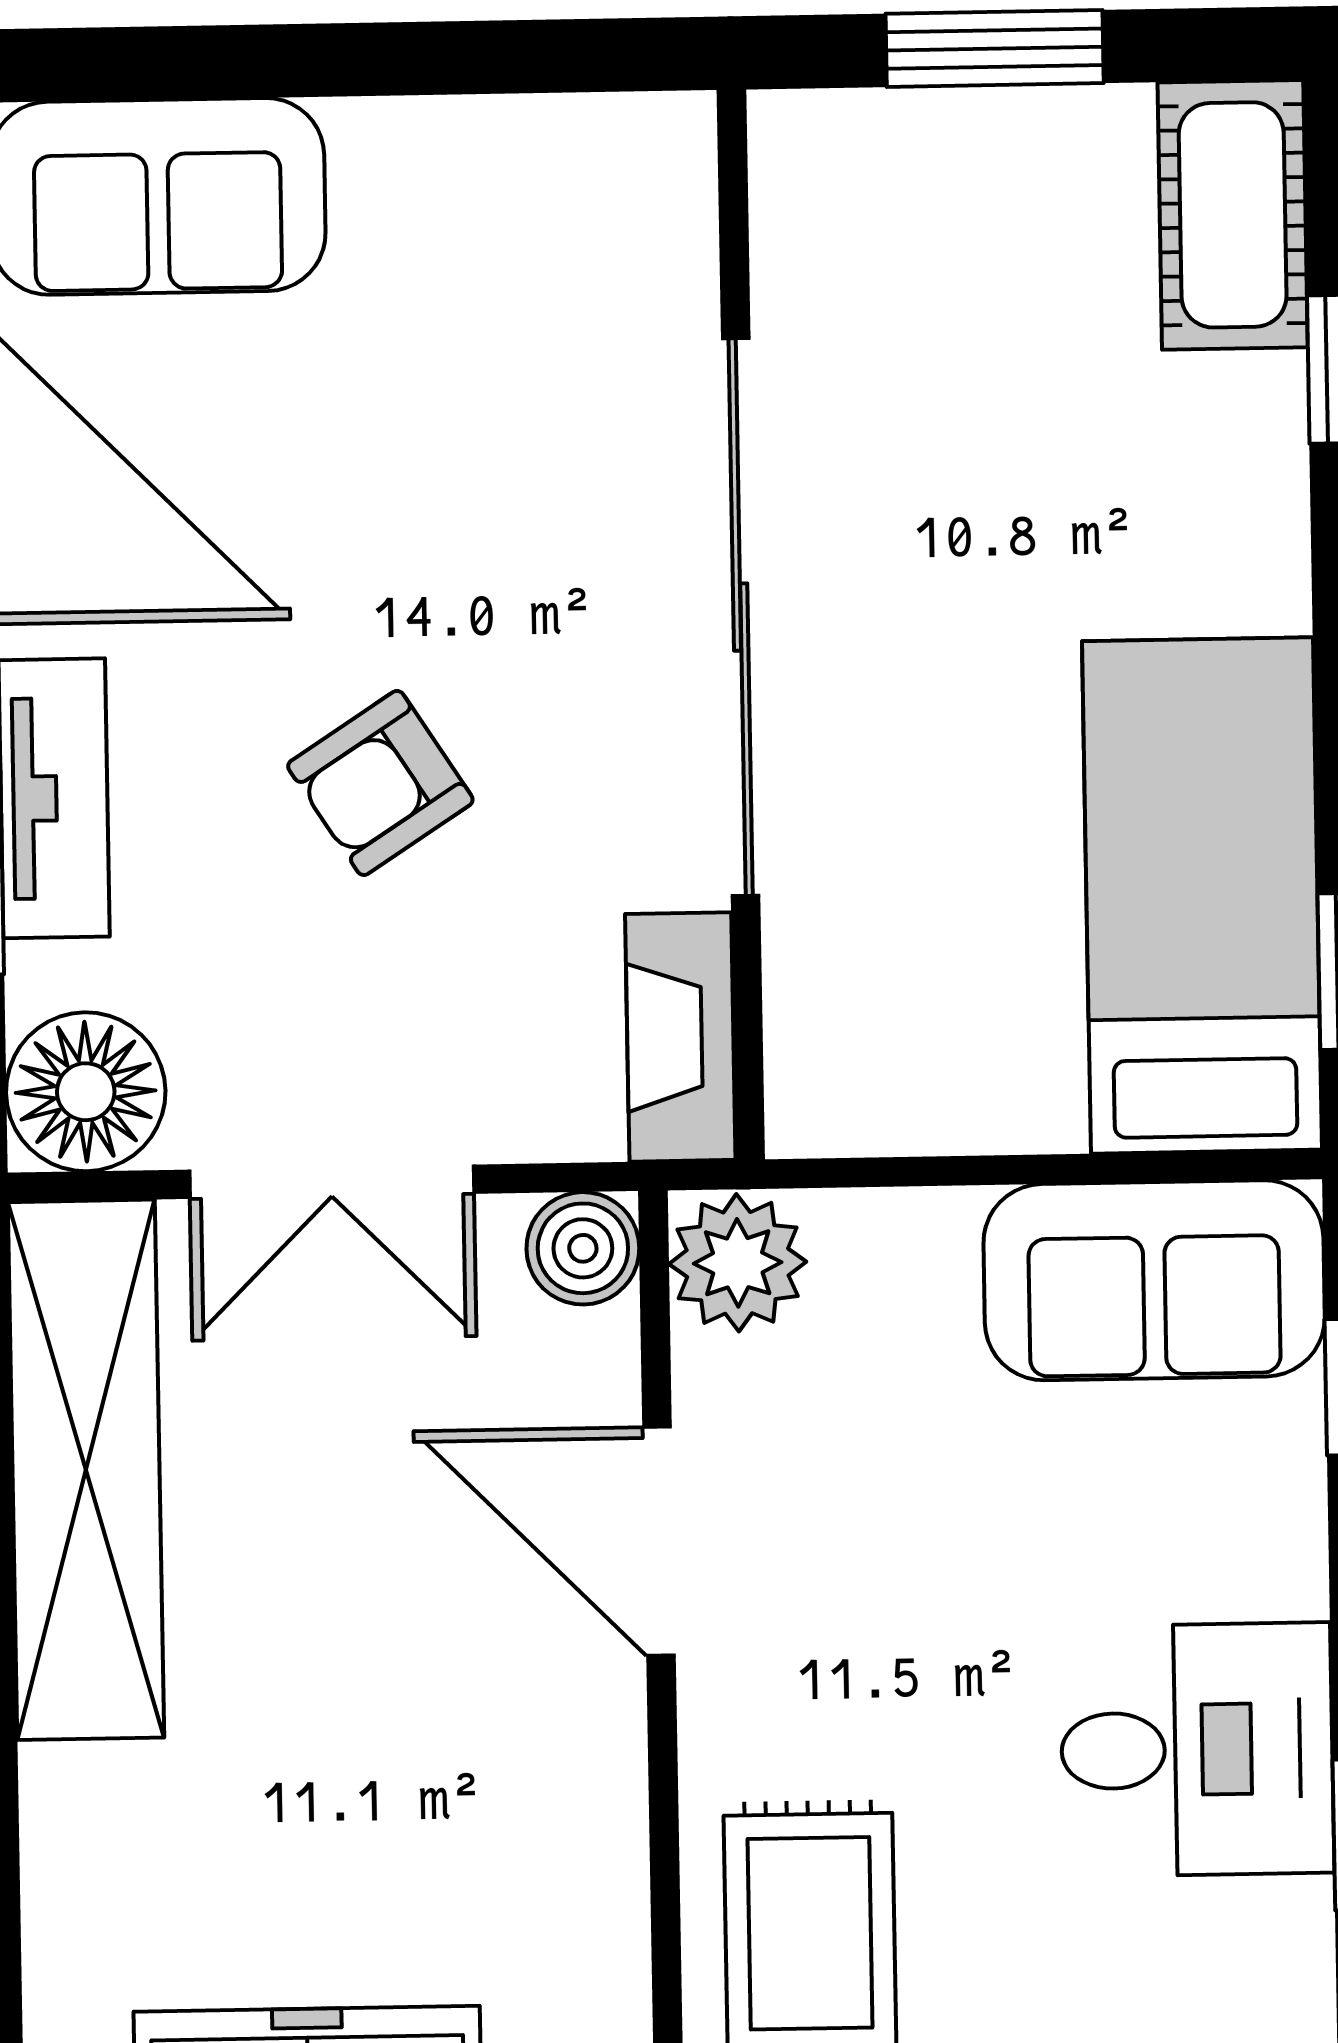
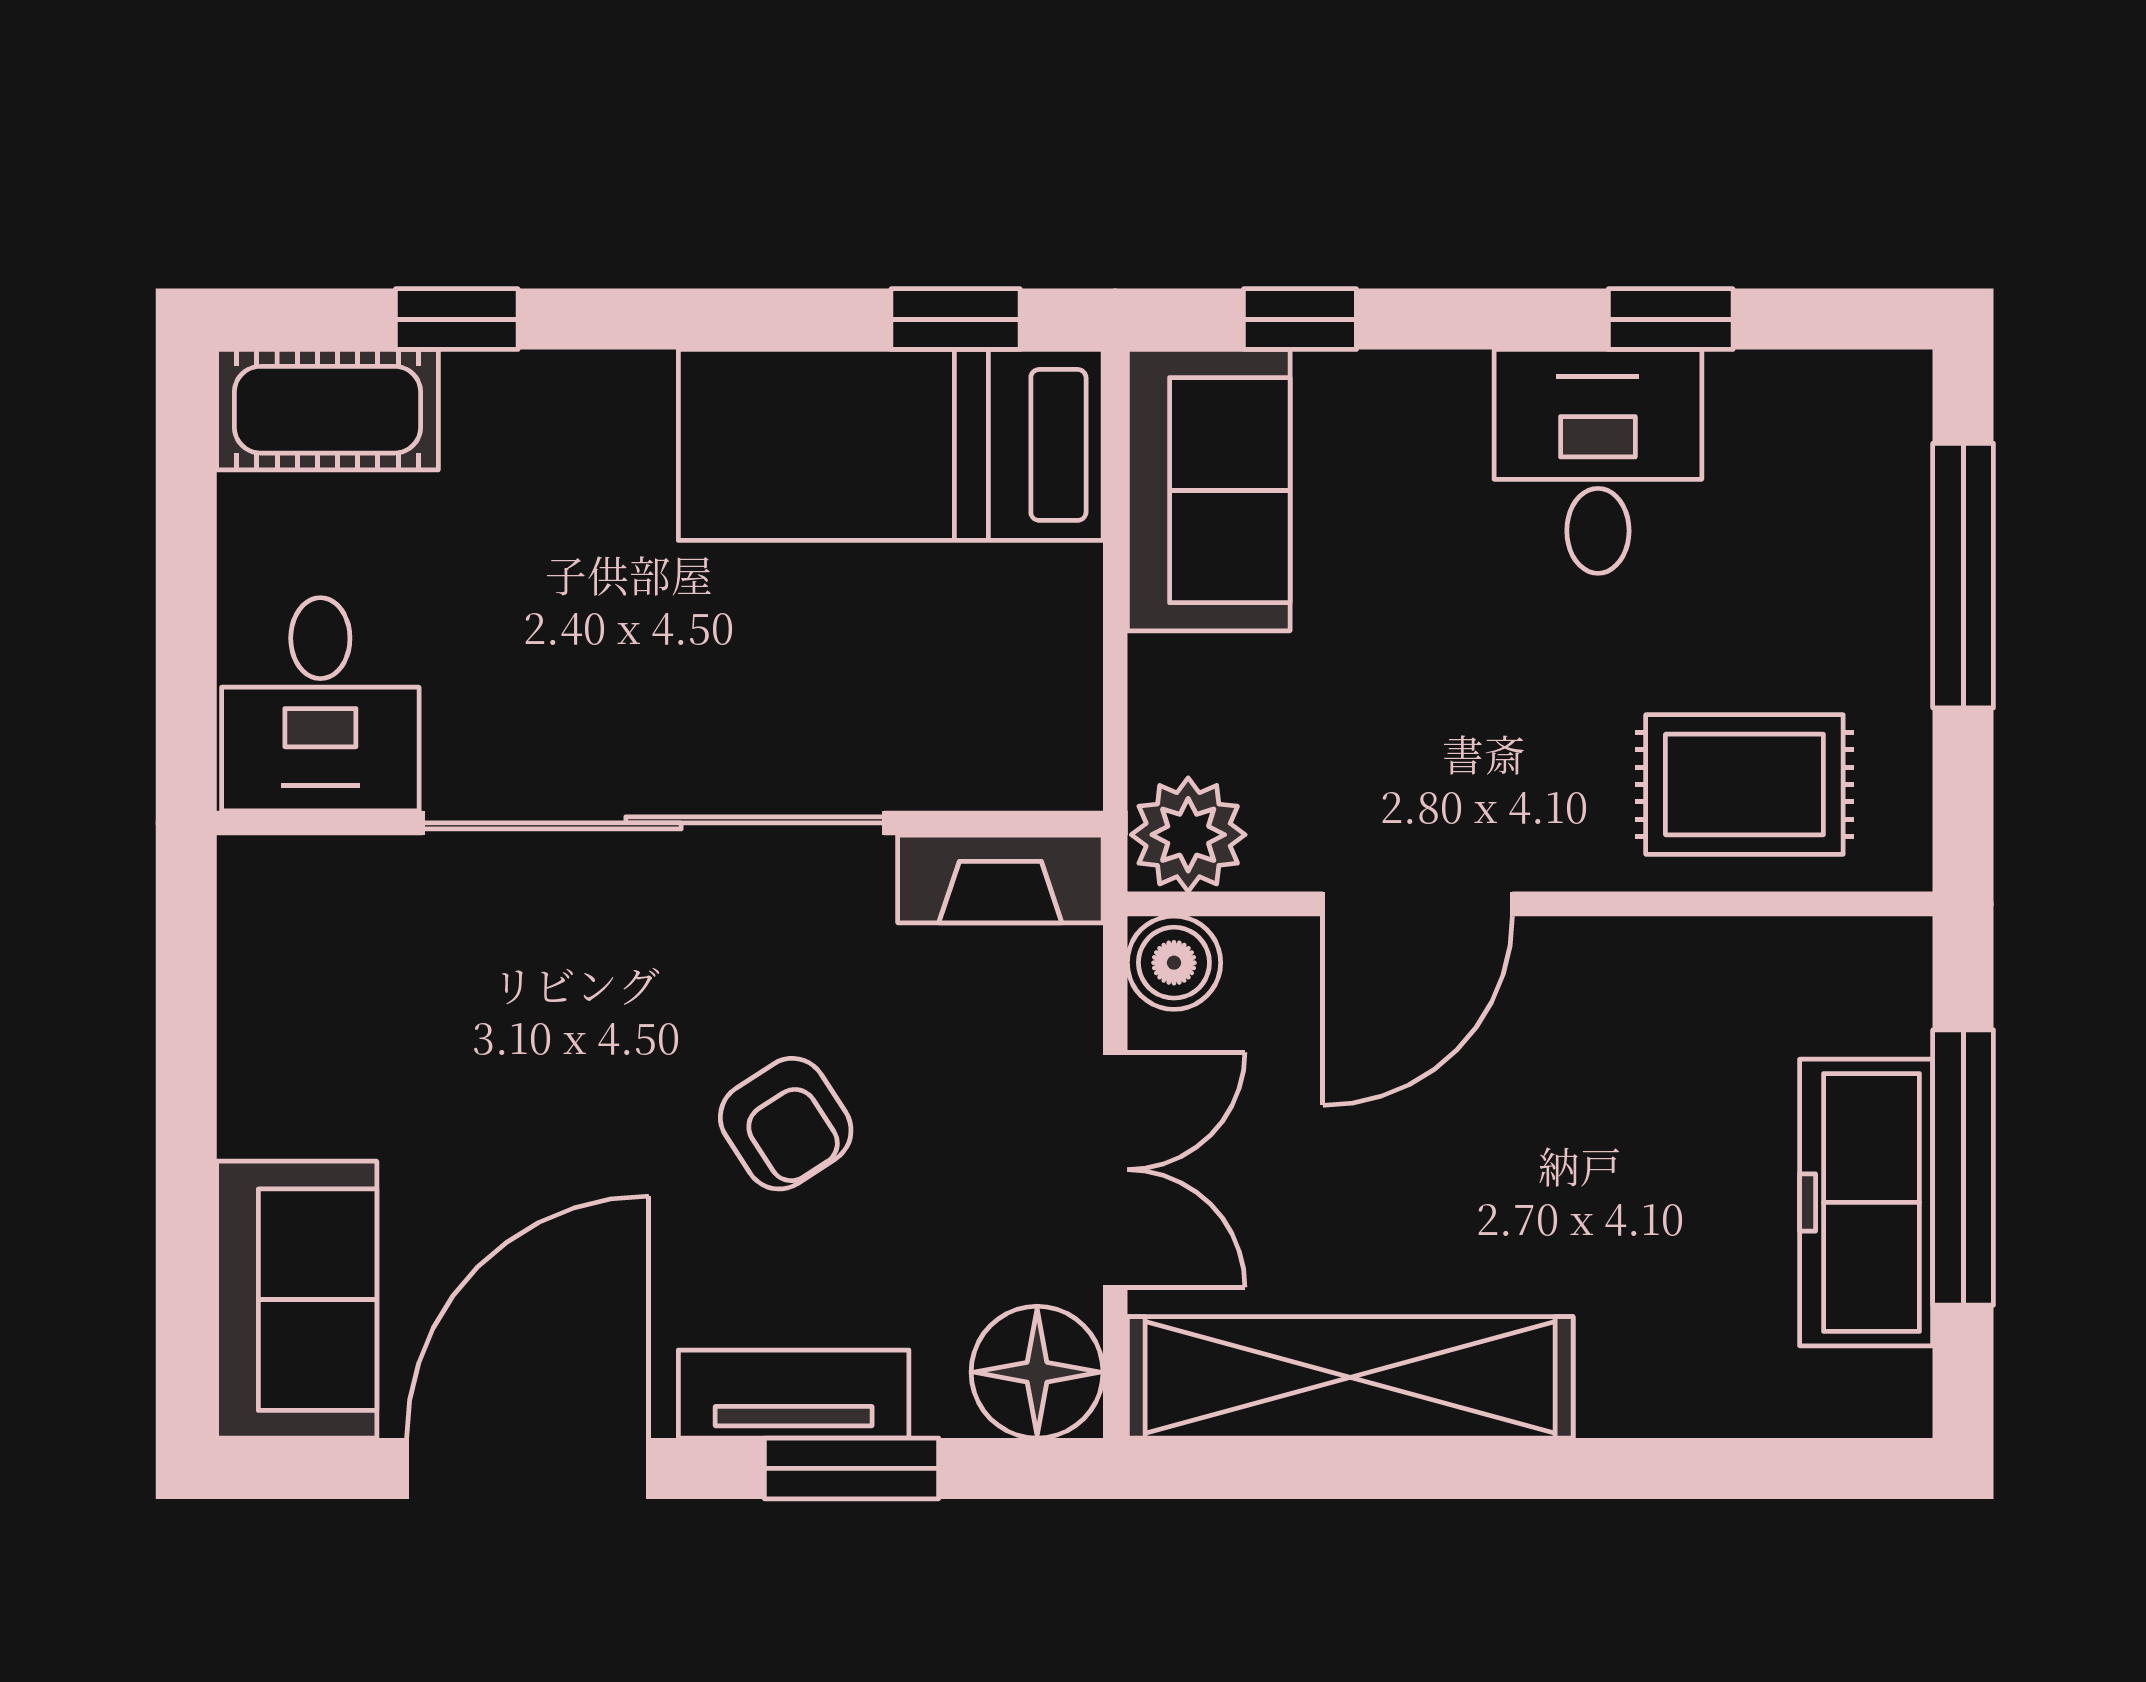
window: (995, 48) -> (186, 604), removed
desk: (877, 212) -> (320, 704), added

